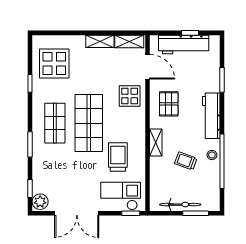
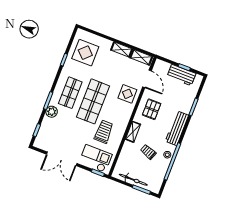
workbench: (184, 44) -> (181, 75), width x0.73
plant: (40, 202) -> (52, 112), moved

